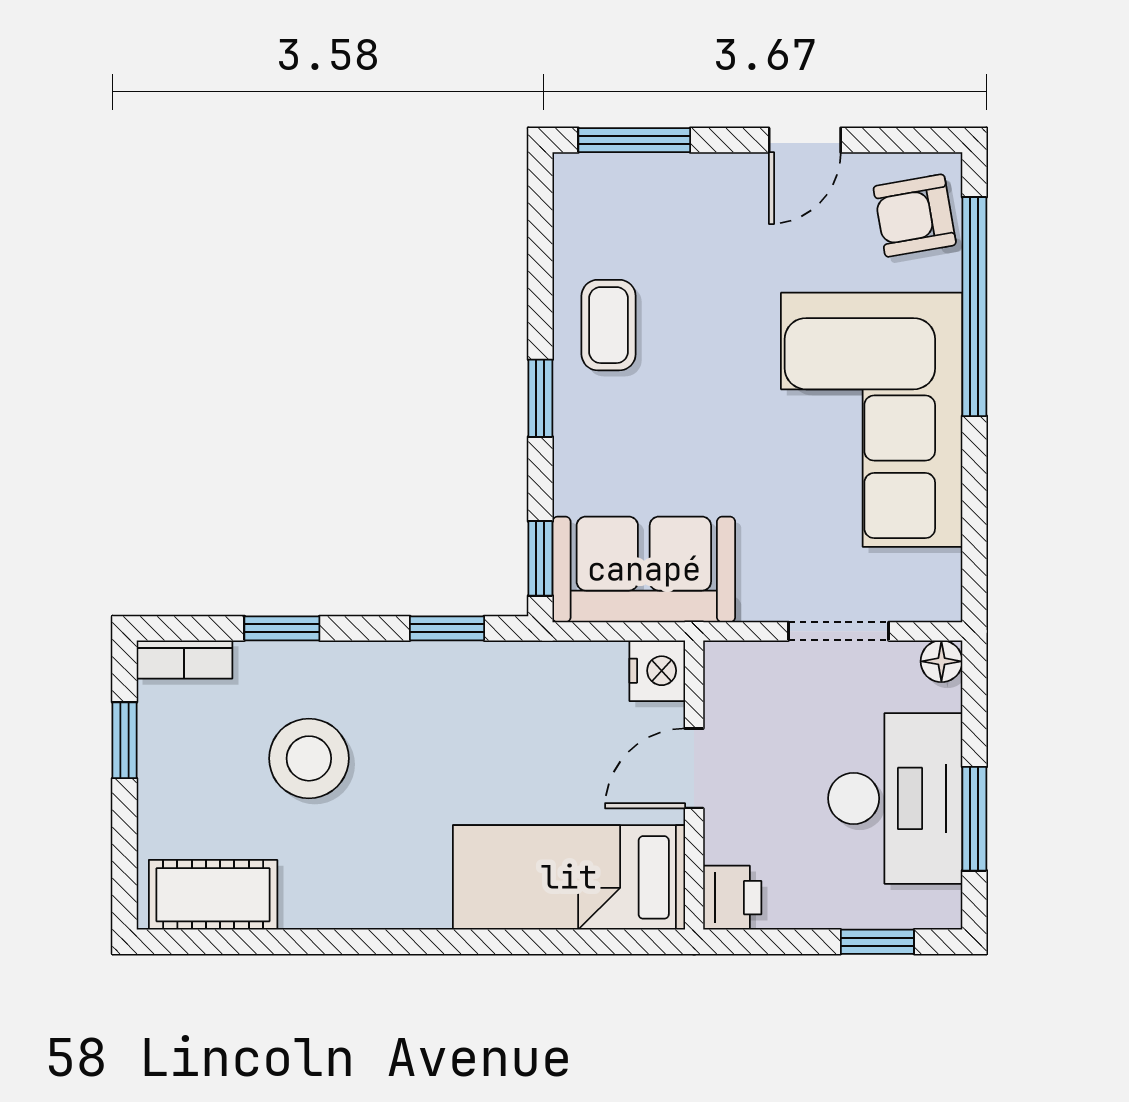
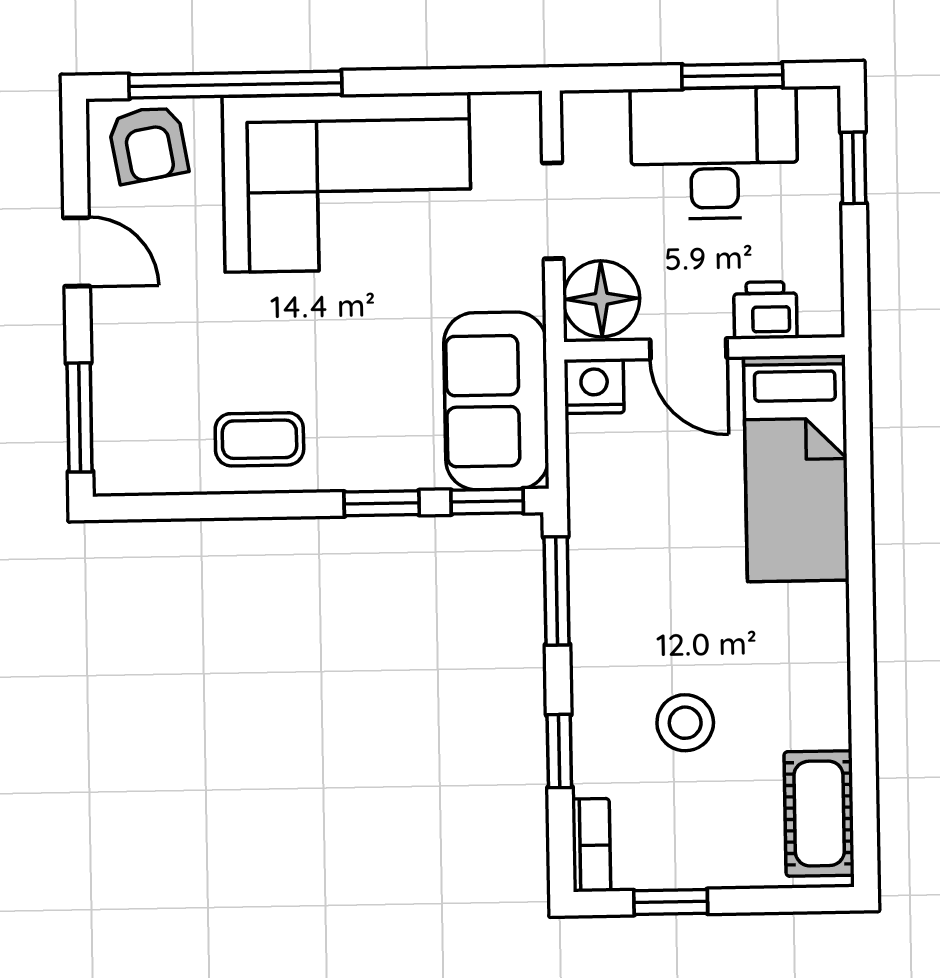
window: (540, 398) -> (382, 503), moved
window: (447, 628) -> (557, 591), width x1.50
floor lamp: (941, 661) -> (601, 299), moved, width x1.89, depth x1.89
stool: (309, 758) -> (685, 723), width x0.73, depth x0.73
printer: (732, 898) -> (765, 310), moved

